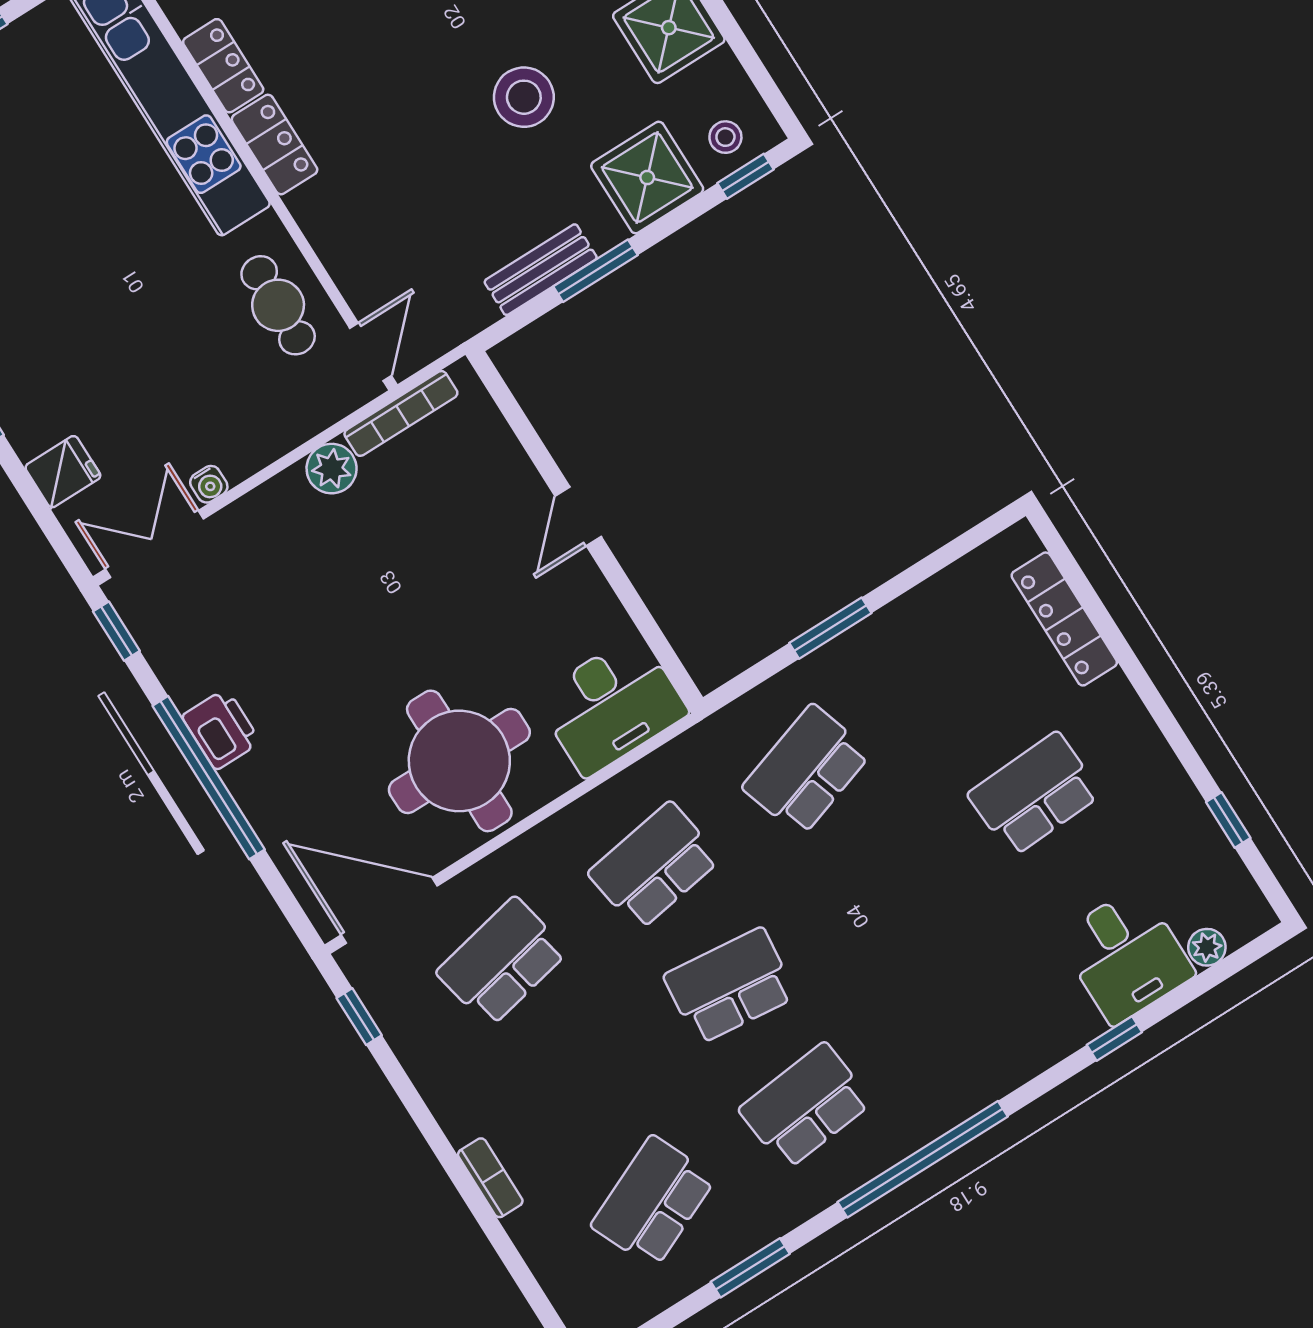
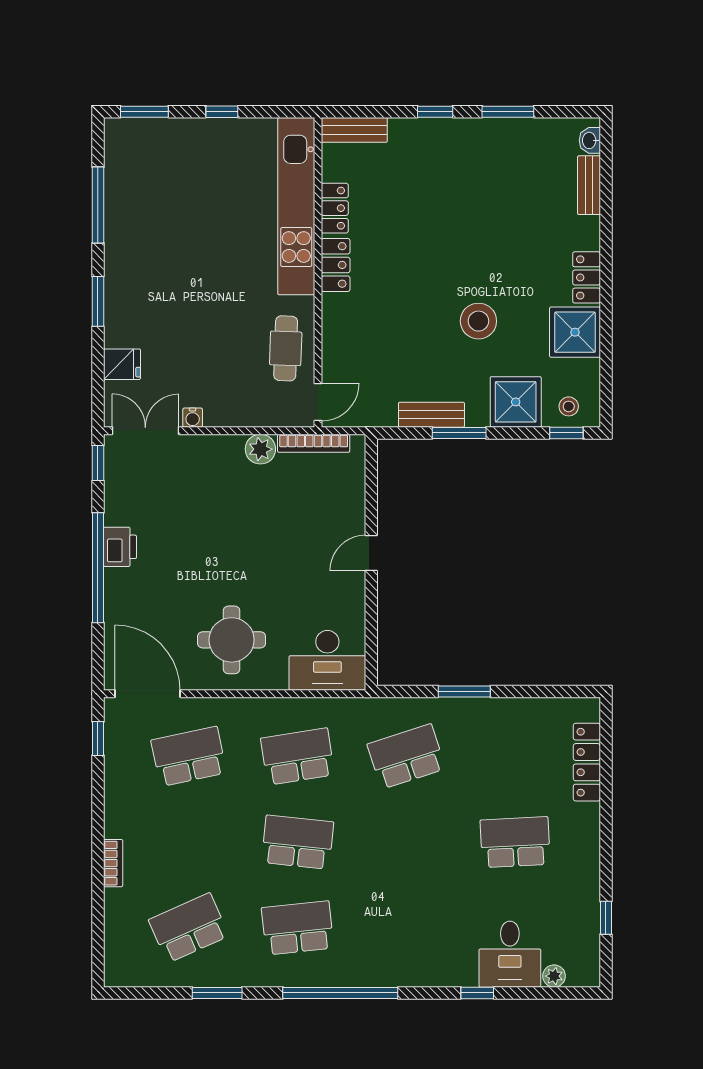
round table: (459, 761) -> (232, 640), width x0.73, depth x0.73

